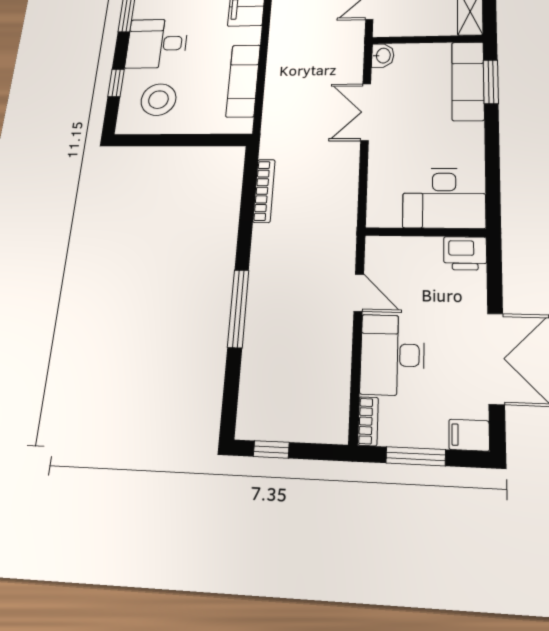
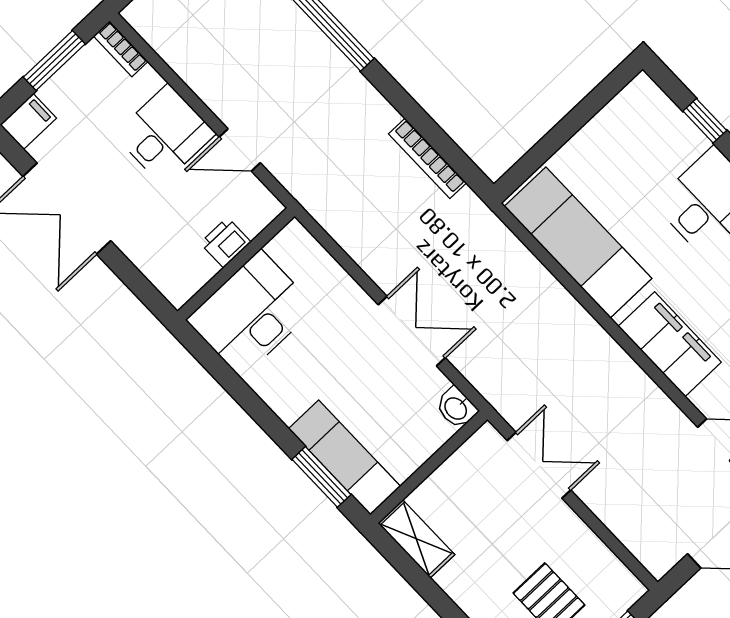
exam couch: (243, 81) -> (578, 242), width x1.36, depth x1.45
stool: (158, 100) -> (638, 146), removed
printer: (465, 253) -> (225, 242), moved, width x0.73, depth x0.81
desk: (392, 355) -> (165, 134), width x0.73

